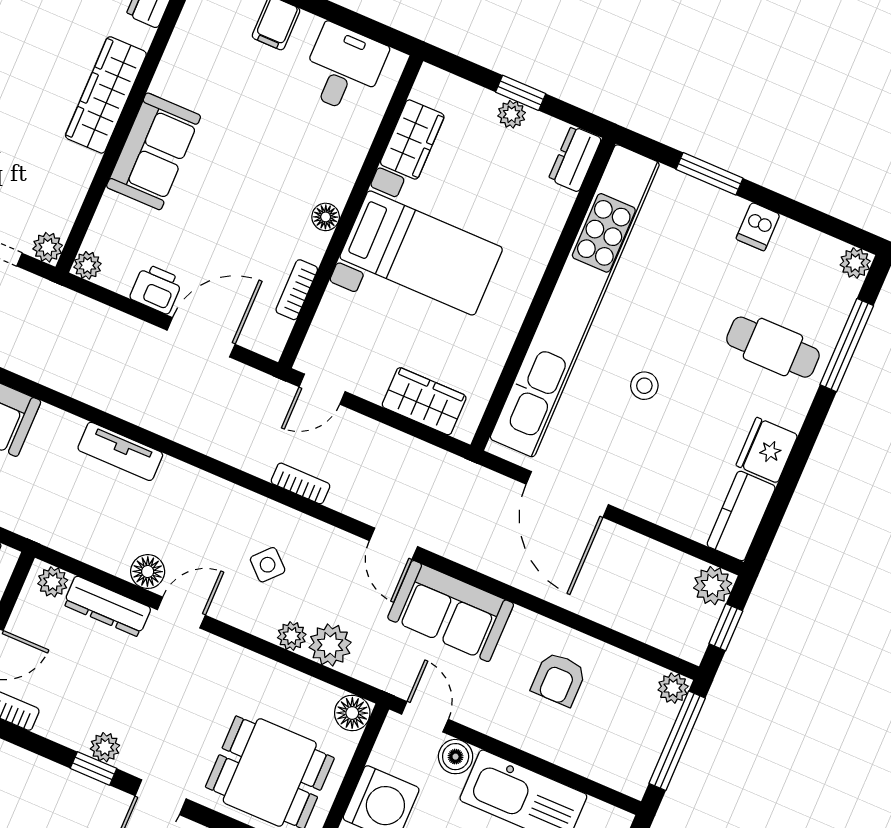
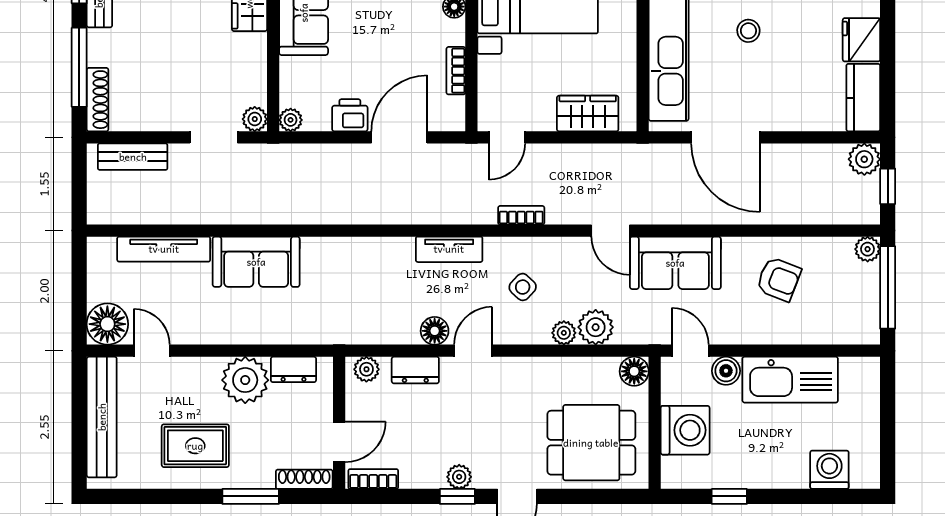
tv unit: (120, 451) -> (449, 249), moved
dresser: (107, 606) -> (415, 370), width x0.70
armchair: (559, 679) -> (779, 279), turned -69

